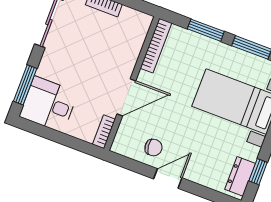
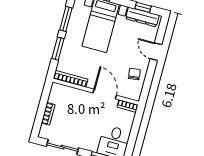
dresser: (240, 176) -> (142, 17), width x1.44
door: (168, 178) -> (156, 52), moved

